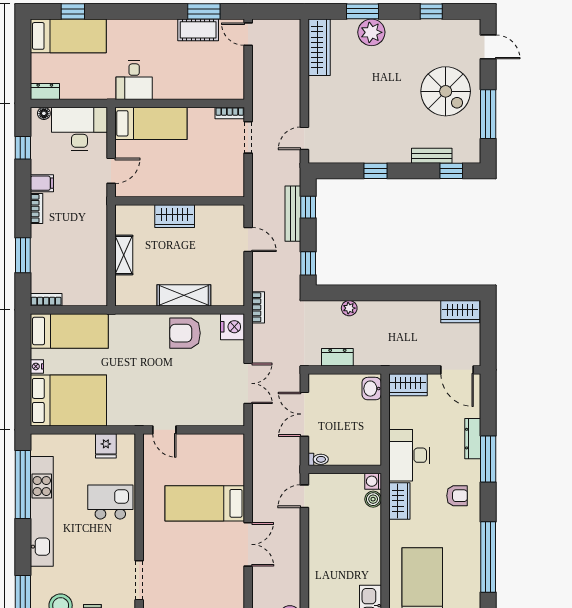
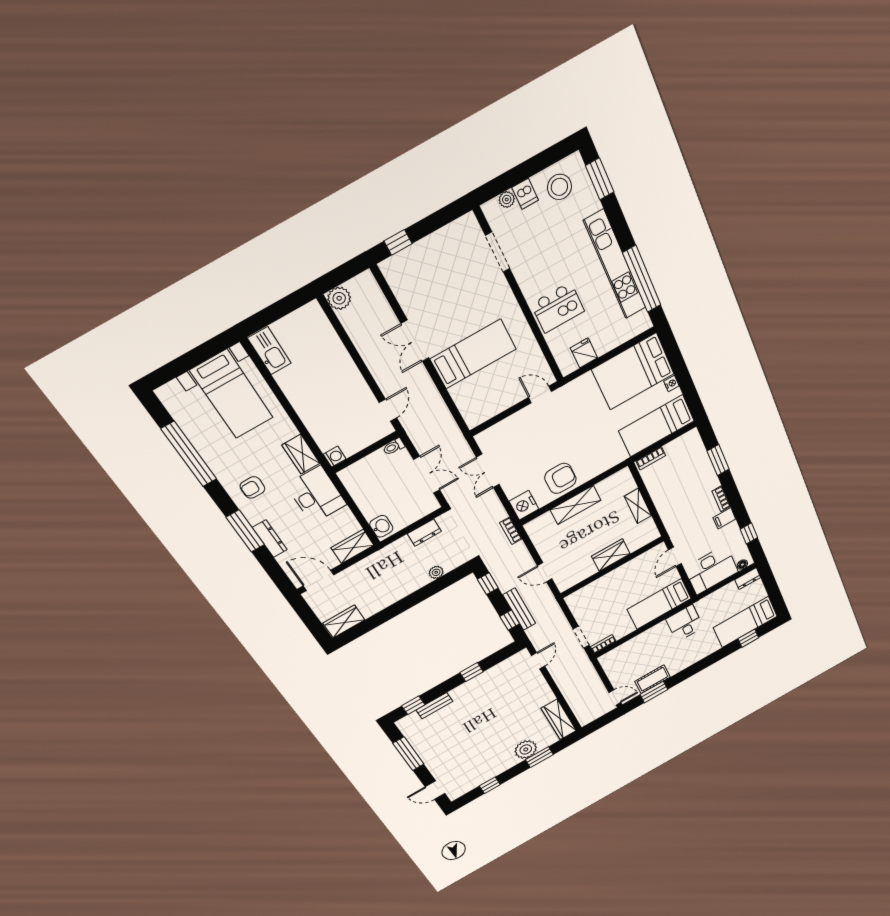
spiral stairs: (446, 91) -> (449, 748), removed
bookcase: (46, 300) -> (651, 458), moved
boiler: (373, 499) -> (325, 442), removed

